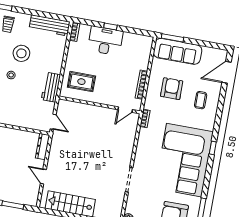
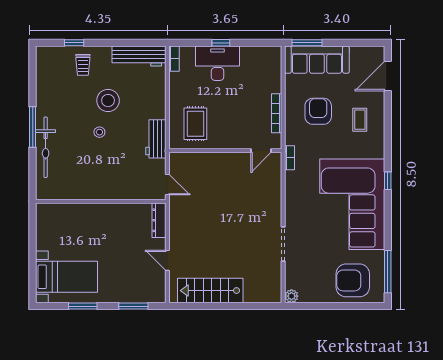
rug: (81, 82) -> (195, 124), turned 90

